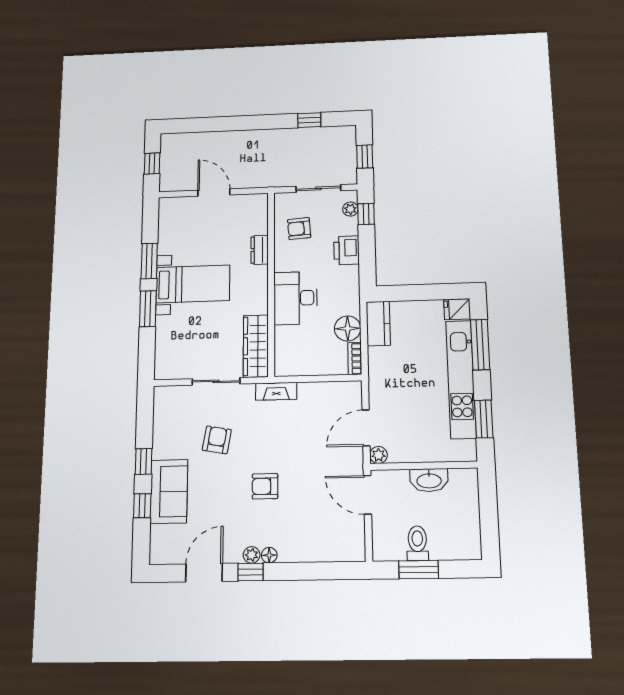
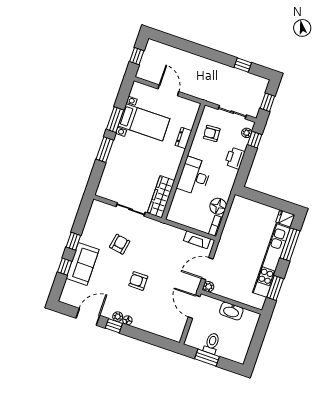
bed with nightstands: (193, 284) -> (144, 122), moved
kitchen counter: (378, 323) -> (237, 210), removed
fireplace: (276, 391) -> (197, 240), moved

